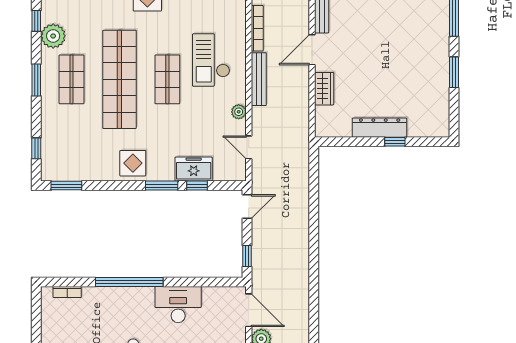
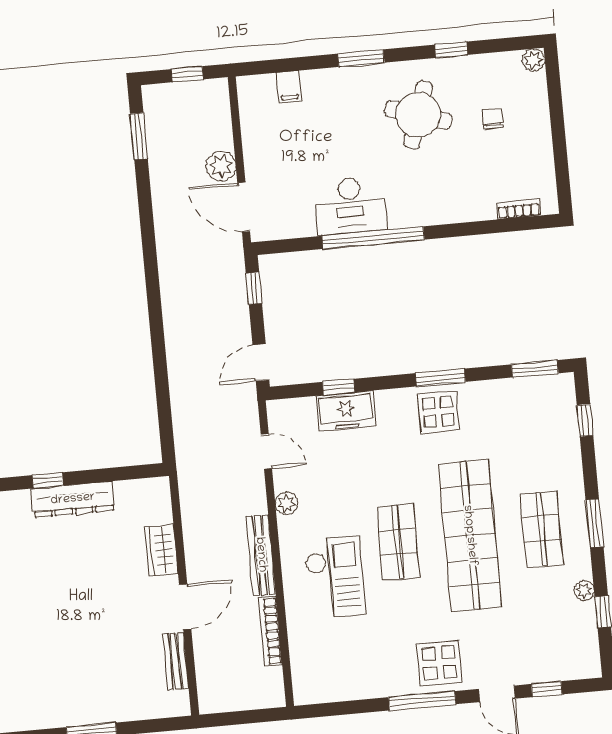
plant: (53, 36) -> (584, 591), width x0.53, depth x0.53
window: (162, 186) -> (440, 378), moved
window: (129, 282) -> (373, 238), moved

